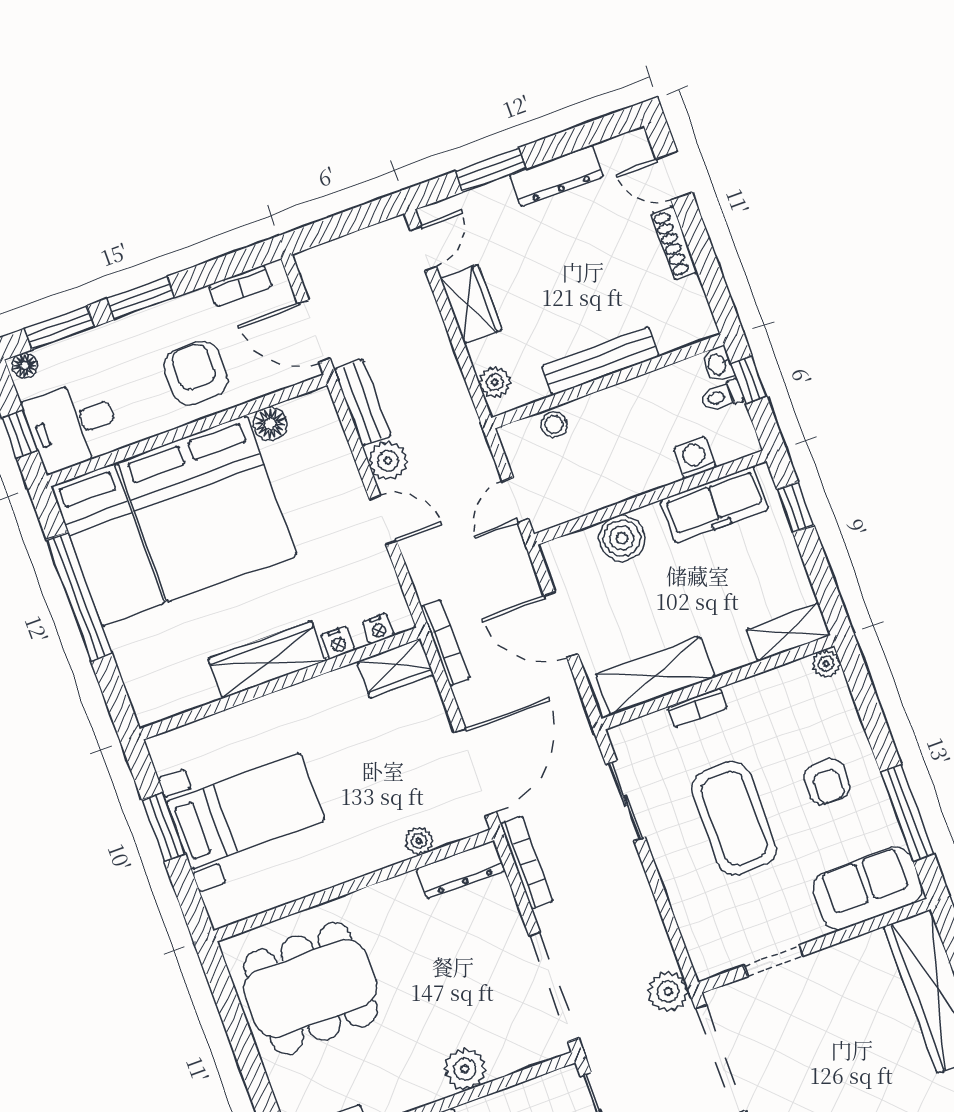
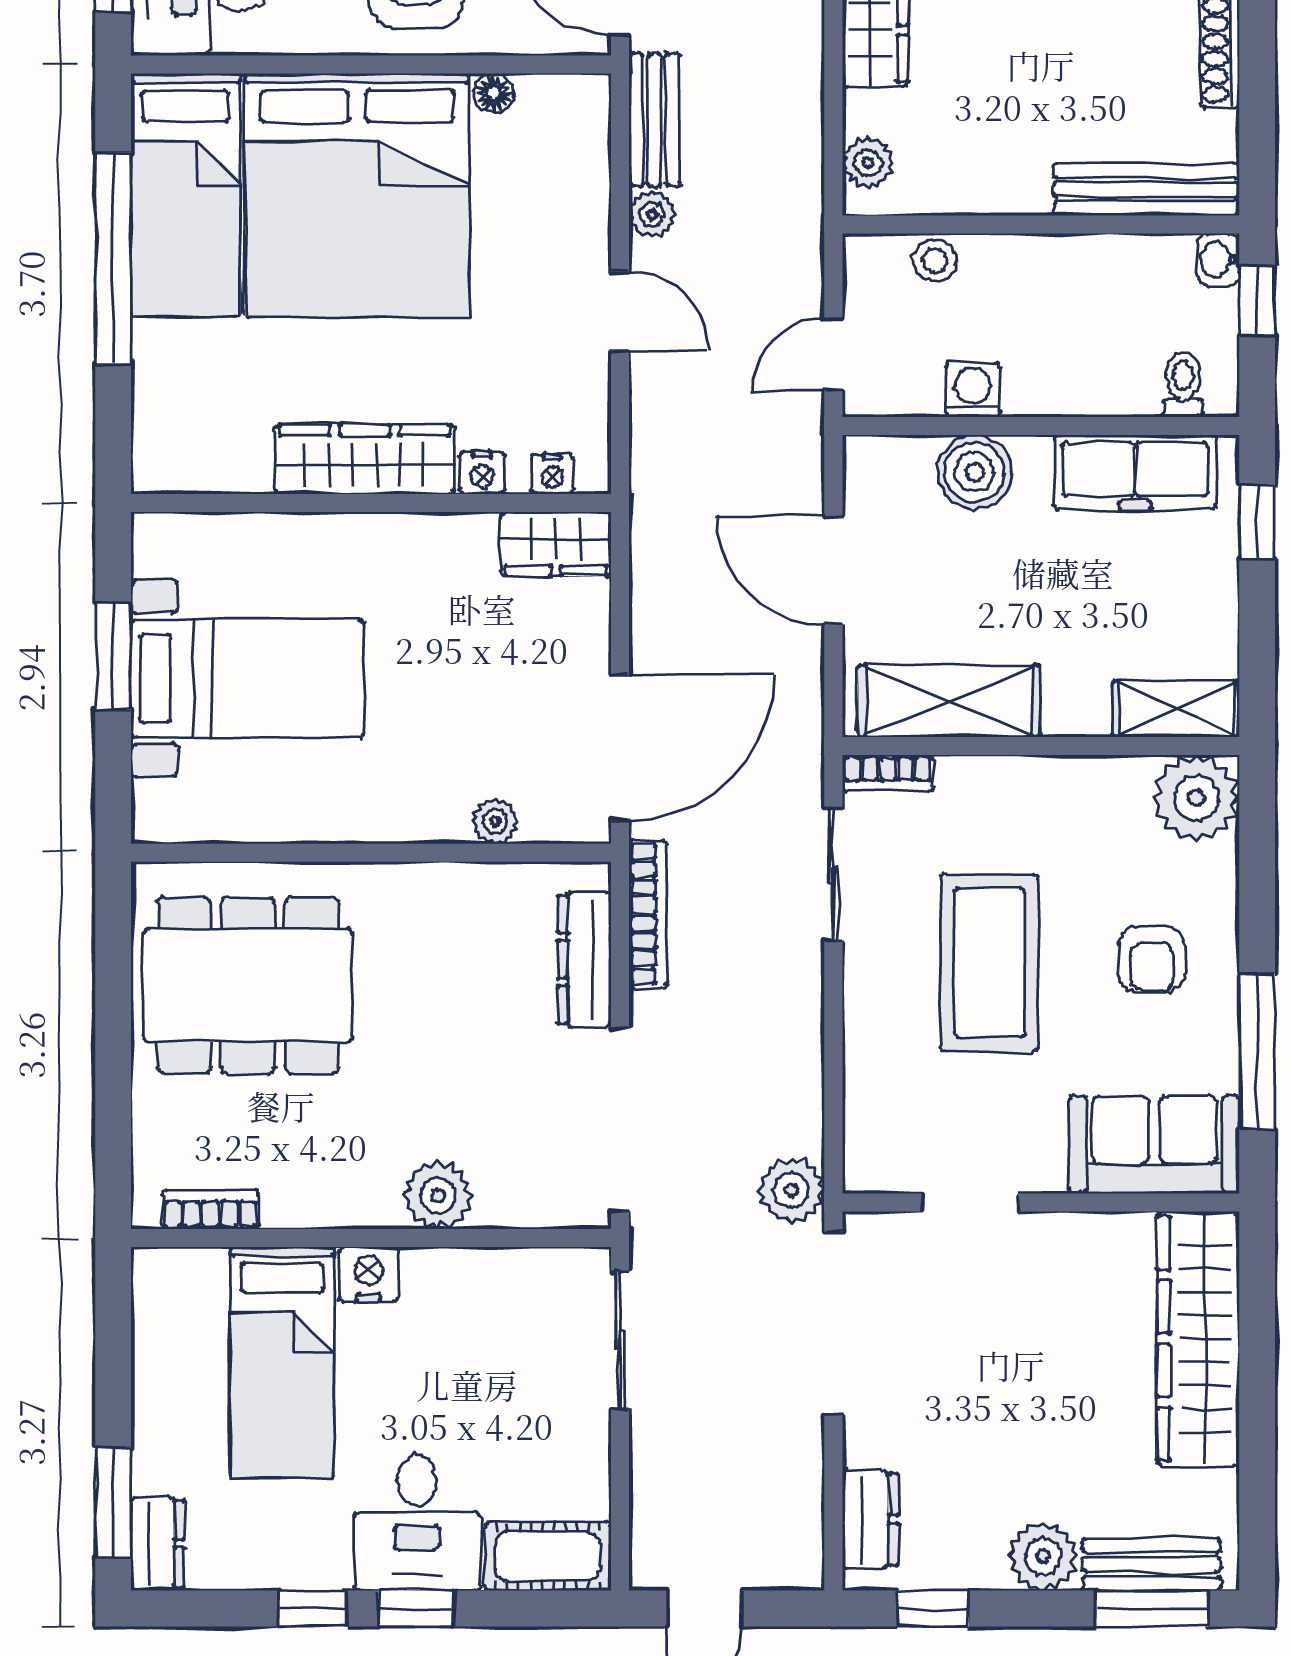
bench: (600, 361) -> (1146, 190), moved
toilet: (722, 396) -> (1183, 384), moved, turned 90
floor lamp: (270, 424) -> (494, 93), width x0.73, depth x0.73
washing machine: (695, 458) -> (973, 390), moved
plant: (388, 461) -> (652, 214), width x0.73, depth x0.73
bookcase: (445, 643) -> (647, 533), removed
plant: (826, 664) -> (1196, 798), width x1.88, depth x1.88
bookcase: (697, 708) -> (888, 773), moved
dresser: (461, 869) -> (585, 959), moved, turned 90

